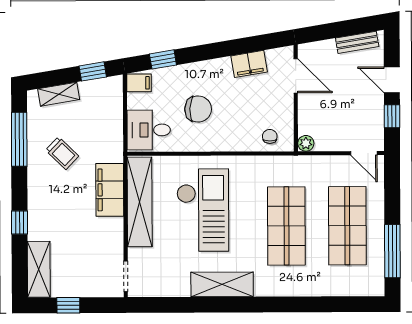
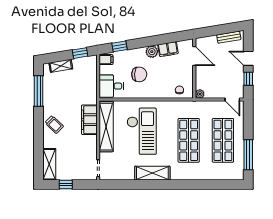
plant: (220, 68) -> (152, 52), added
trolley: (62, 153) -> (54, 125), moved
window: (20, 222) -> (39, 138), removed

